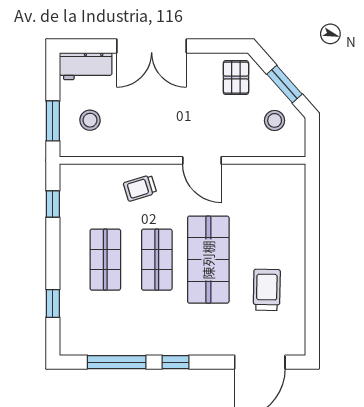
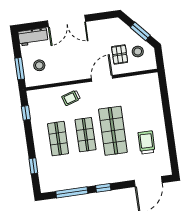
pallet: (236, 78) -> (120, 54), moved
door: (202, 160) -> (102, 78), swing flipped

